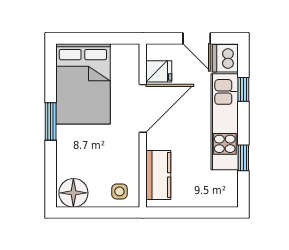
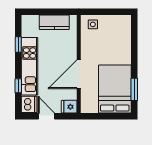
fridge: (159, 71) -> (69, 107), moved
window: (51, 121) -> (134, 89), moved
kitchen counter: (158, 175) -> (54, 22), moved, turned -90
floor lamp: (73, 193) -> (120, 24), removed

